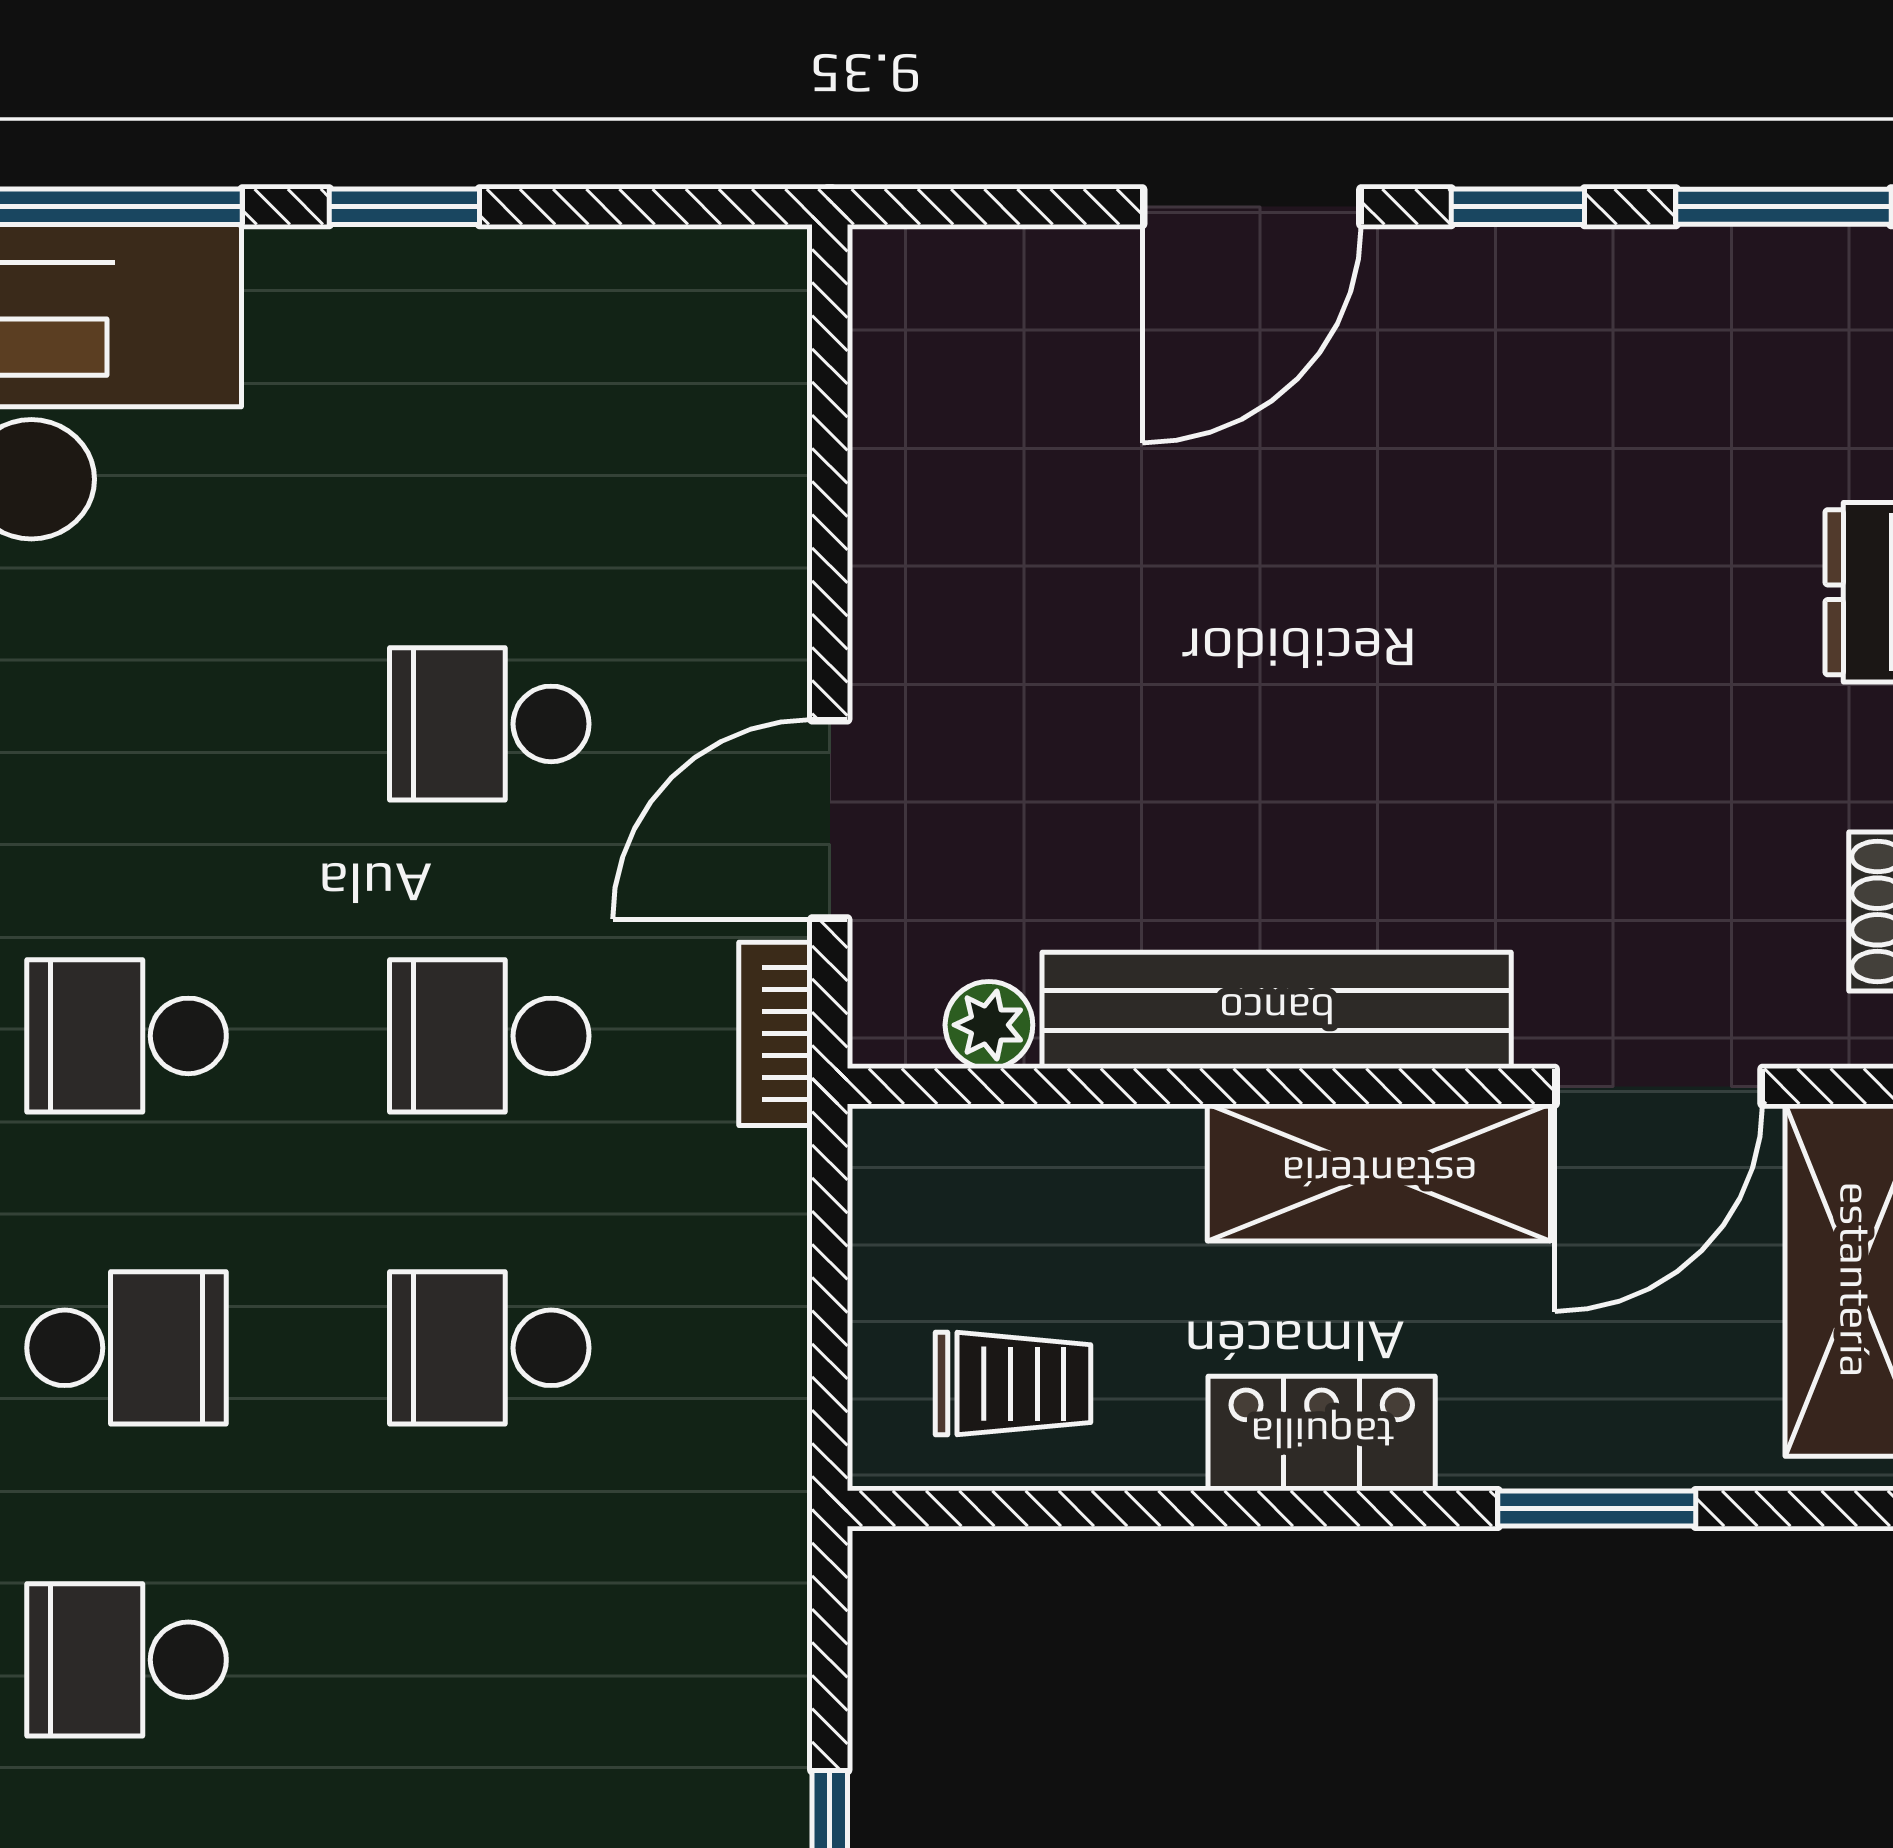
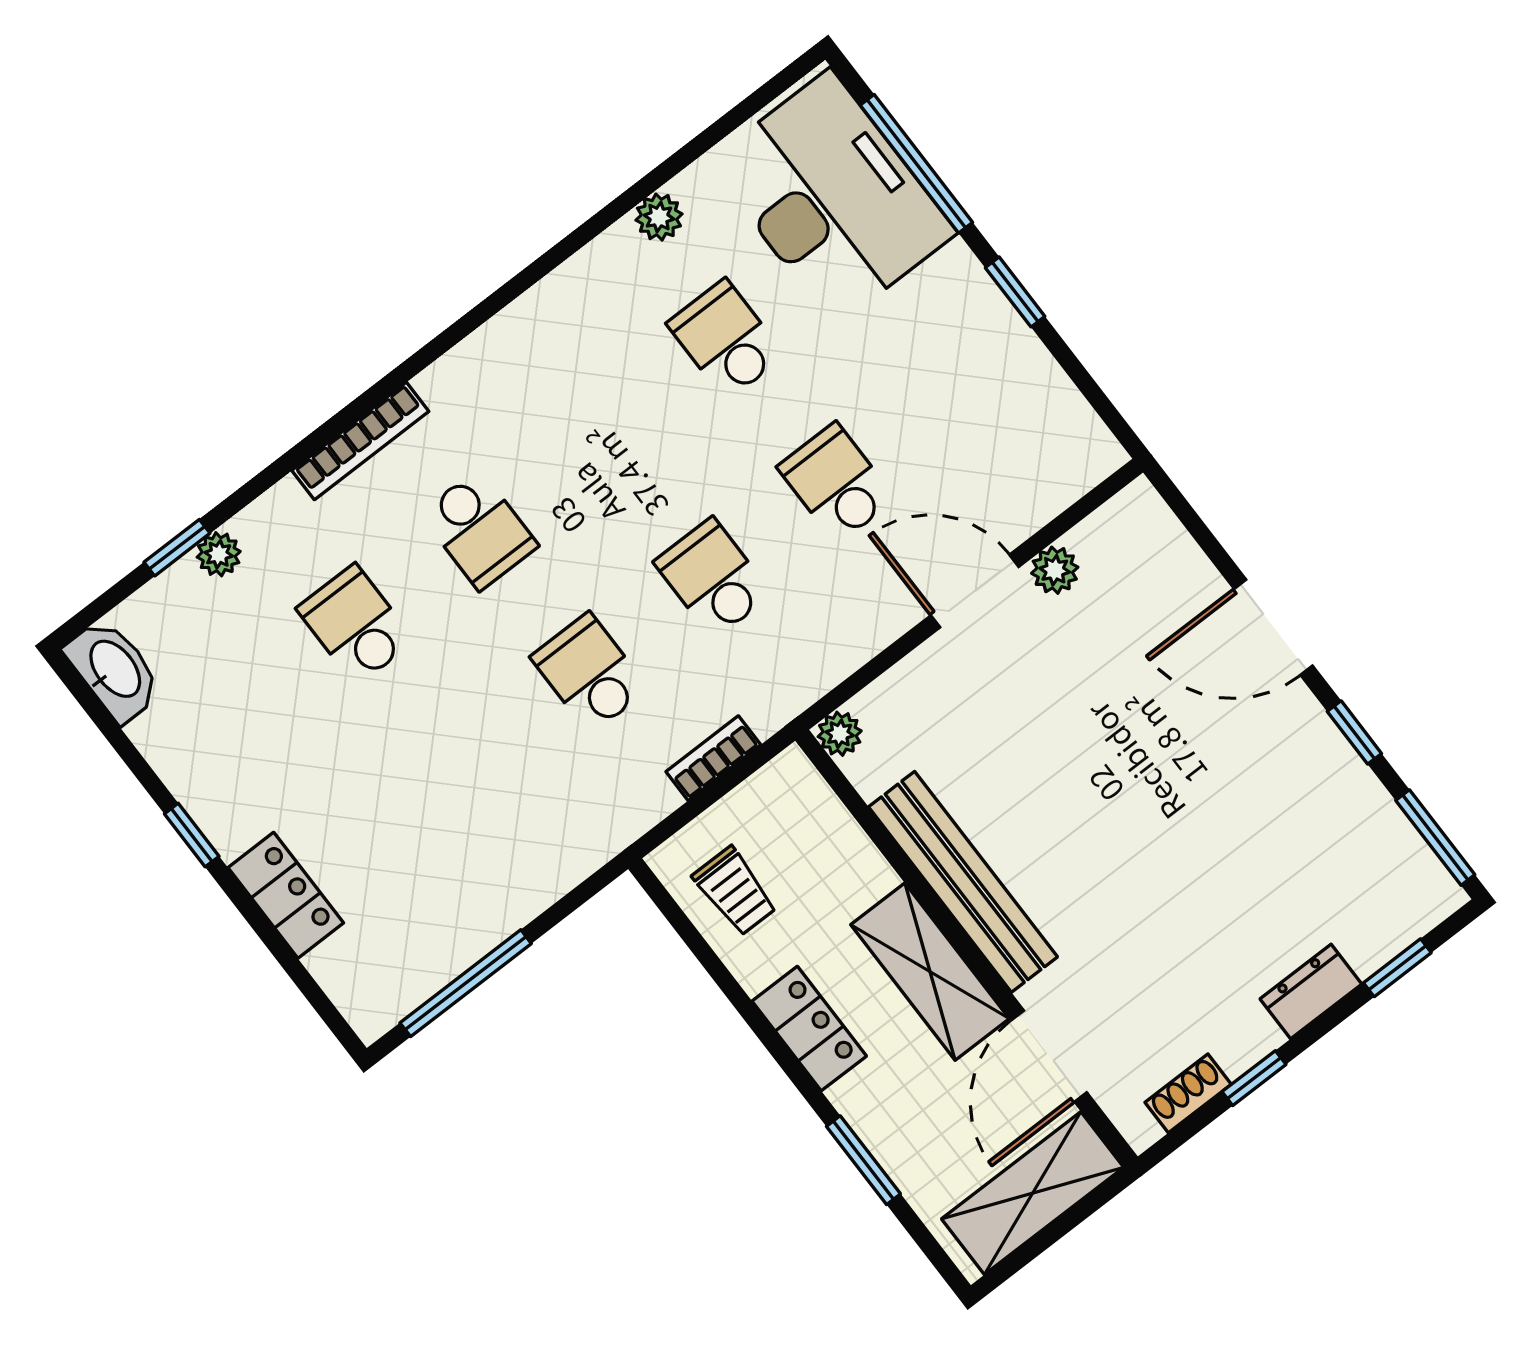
plant: (894, 484) -> (1055, 570), added
door: (830, 819) -> (975, 591), moved
plant: (989, 1025) -> (840, 734), moved
bookcase: (775, 1034) -> (713, 758), moved
school desk: (127, 1036) -> (726, 340), moved
door: (1659, 1086) -> (1049, 1056), hinge flipped

